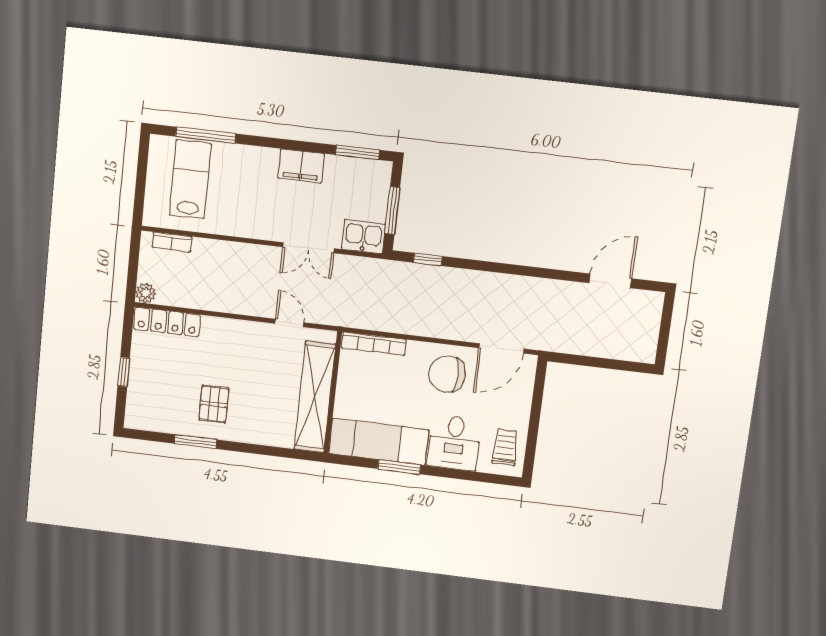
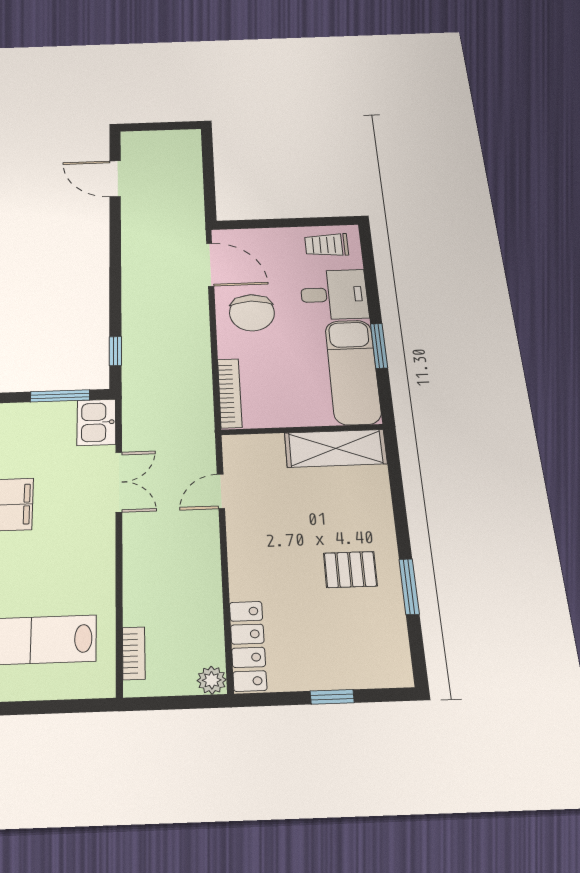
shelving: (315, 397) -> (336, 448), width x0.68

